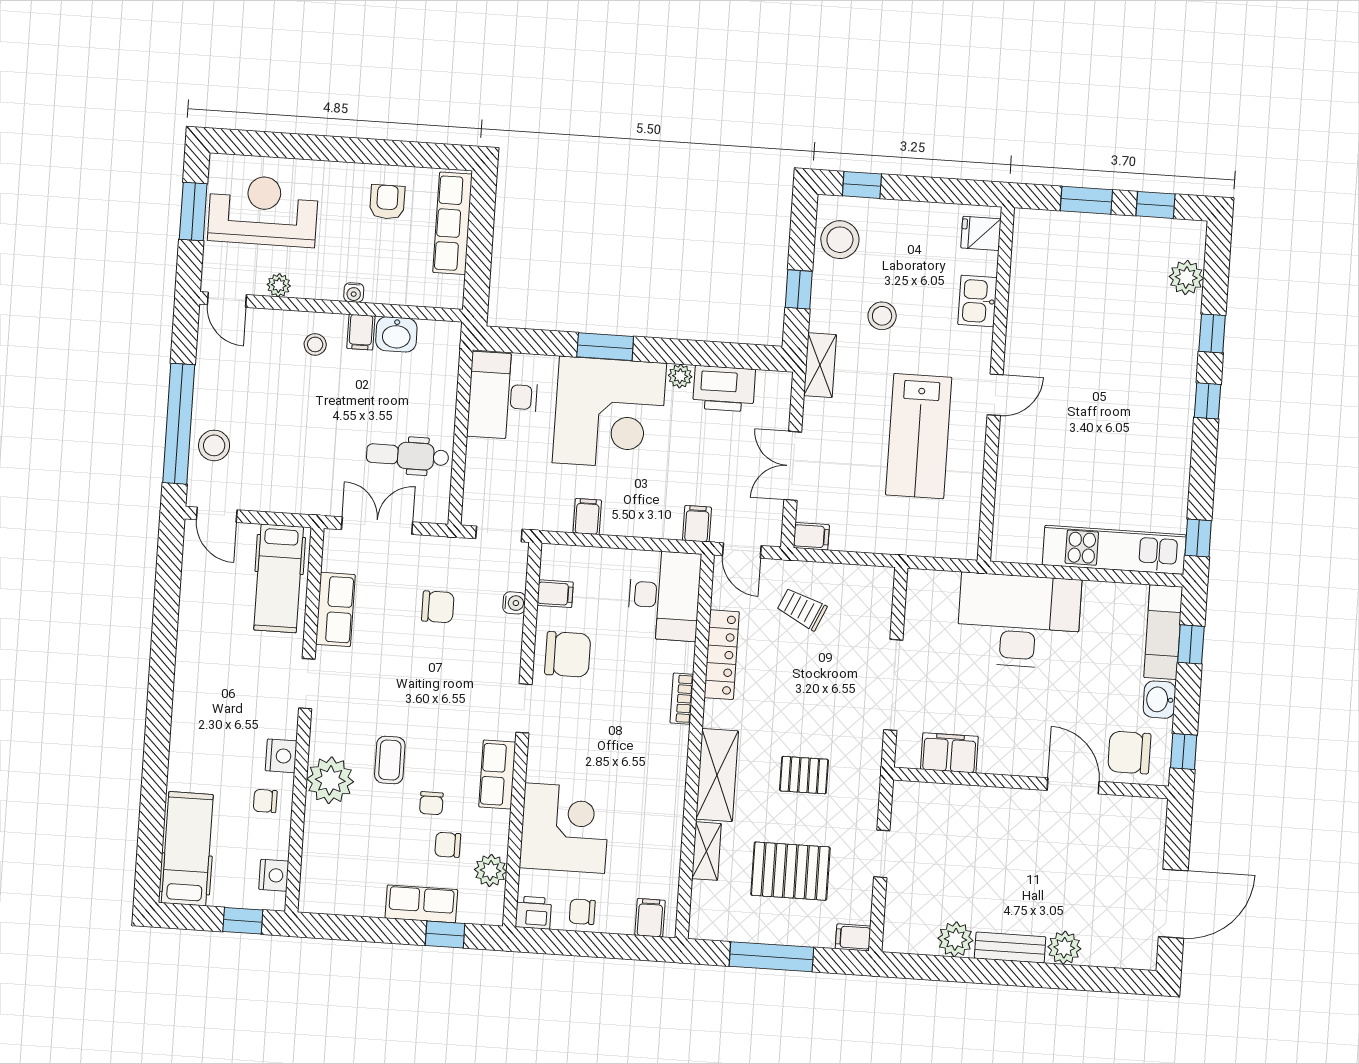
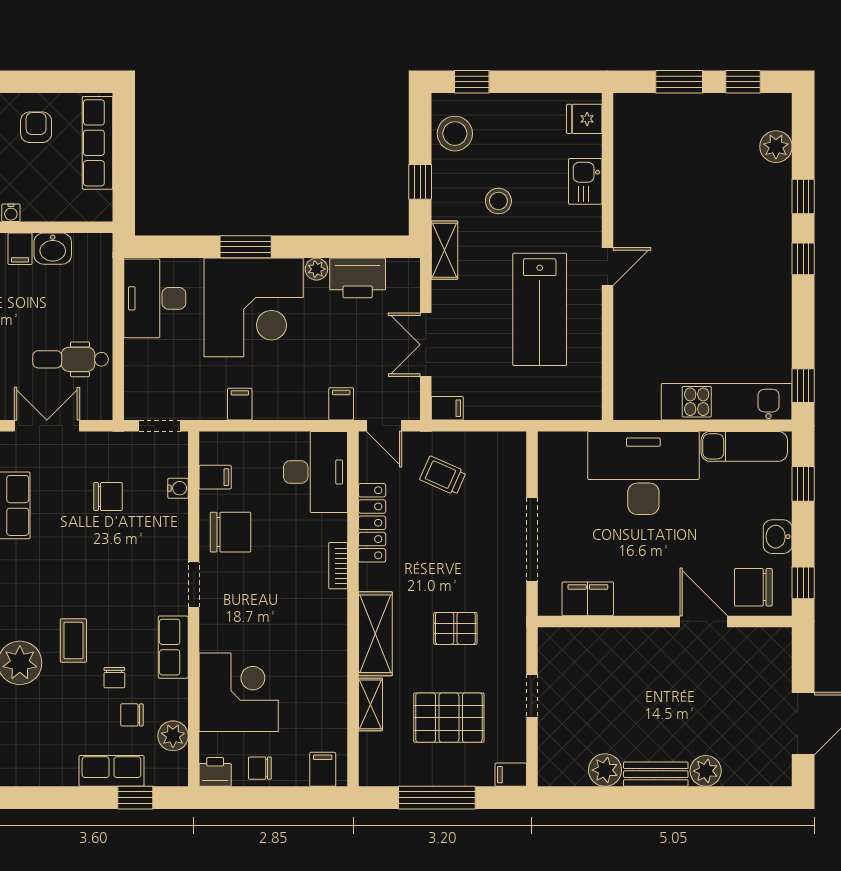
exam couch: (1163, 632) -> (744, 446), moved, turned -90

